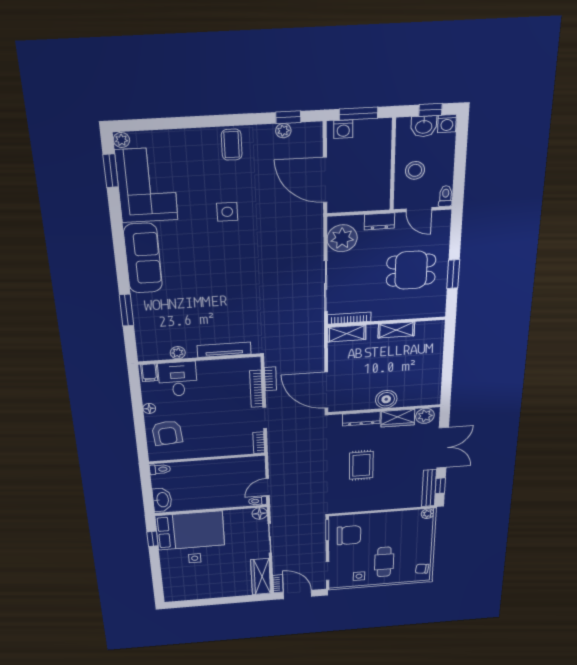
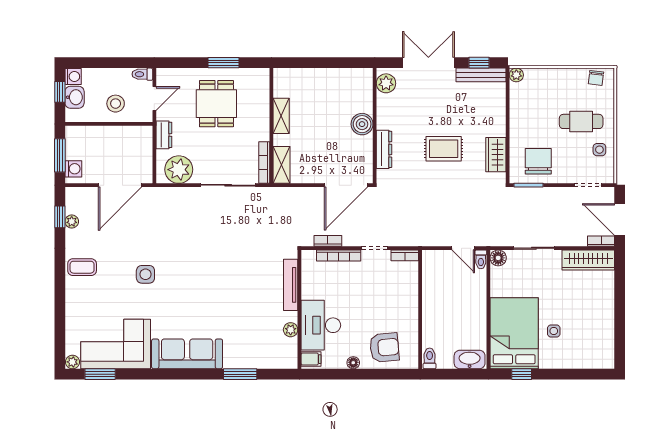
desk: (178, 379) -> (321, 325), width x1.37
wardrobe: (398, 418) -> (496, 155), moved, turned 180
door: (297, 594) -> (620, 220), hinge flipped

